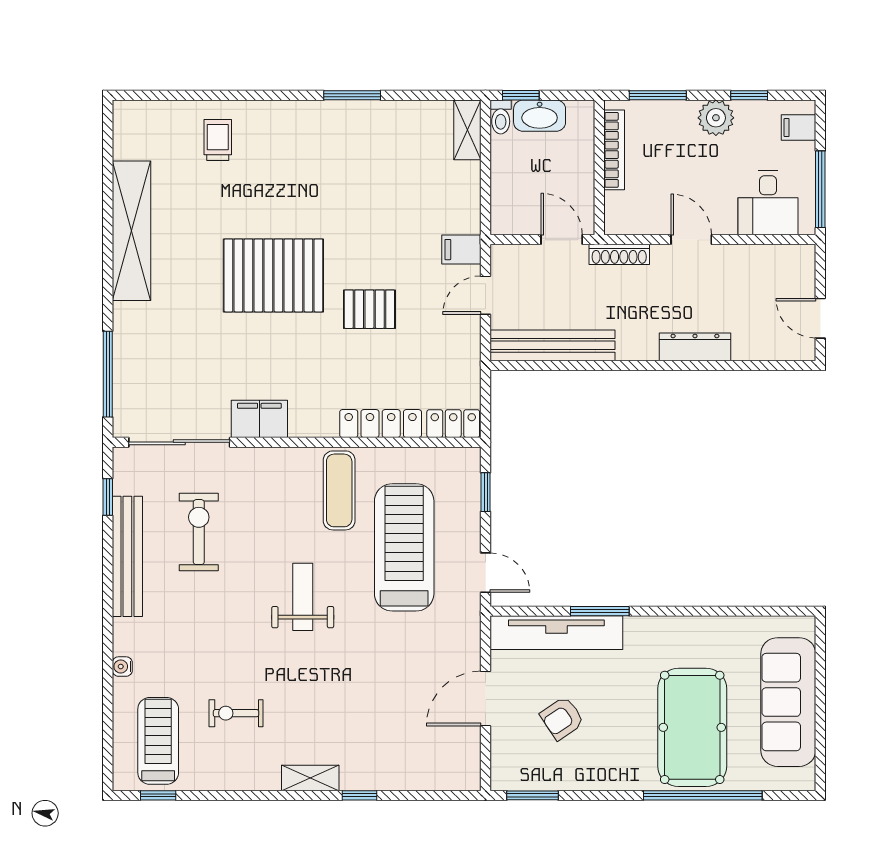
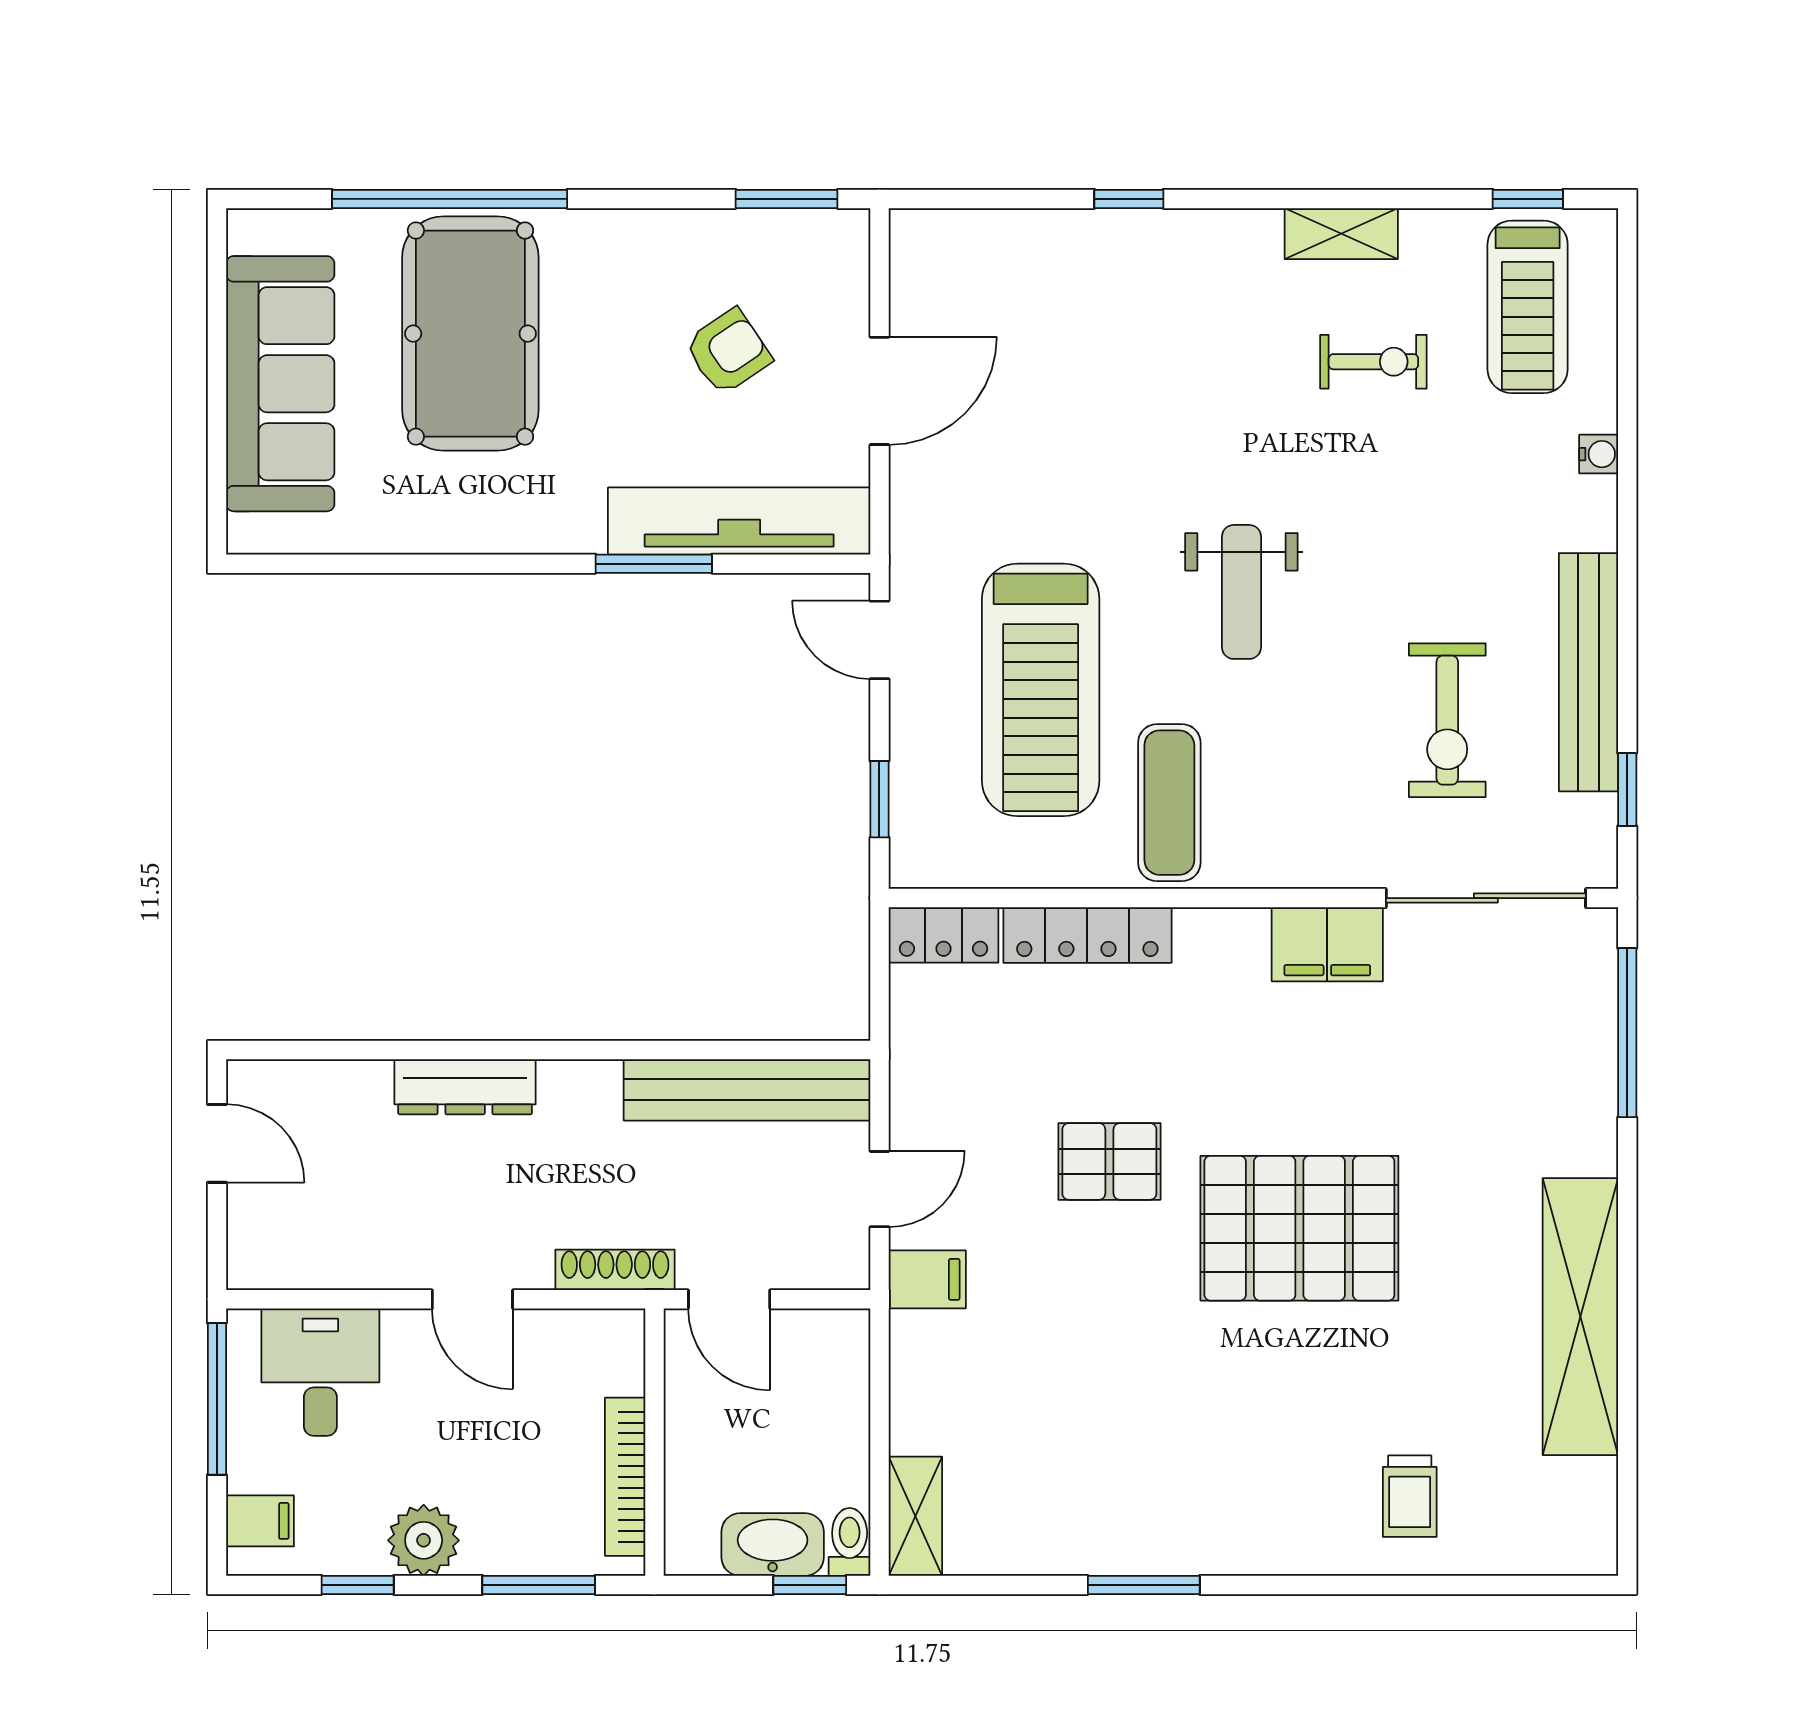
shelving: (310, 778) -> (1341, 234), moved

